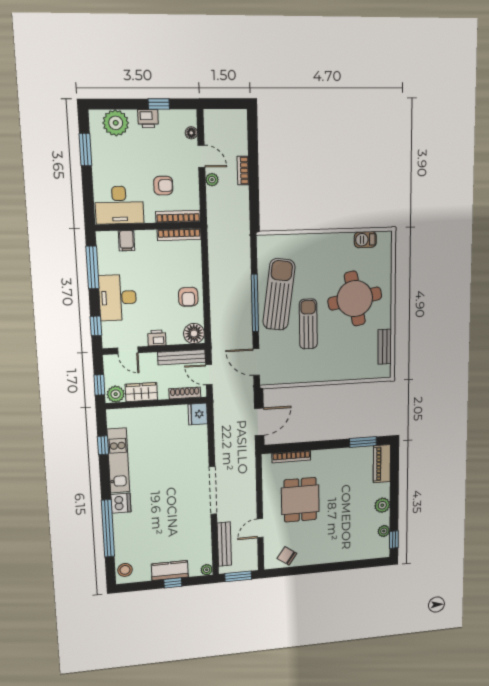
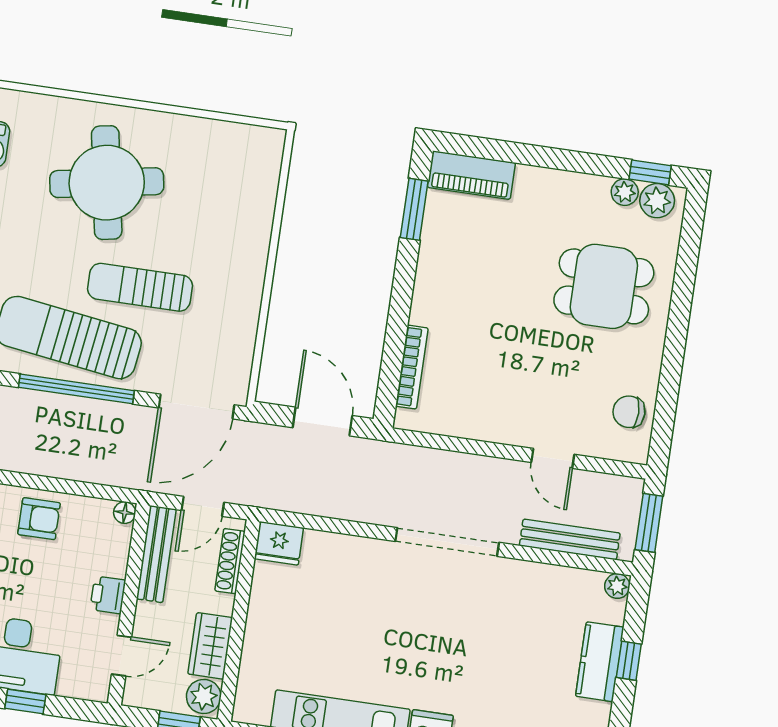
window: (96, 326) -> (25, 702), moved
floor lamp: (194, 333) -> (125, 513), width x0.53, depth x0.53
bench: (385, 347) -> (219, 134), removed
door: (256, 362) -> (197, 406), width x1.36
dining table: (300, 500) -> (604, 286), moved
plant: (382, 505) -> (657, 201), moved
chair: (287, 556) -> (629, 412), turned 55

